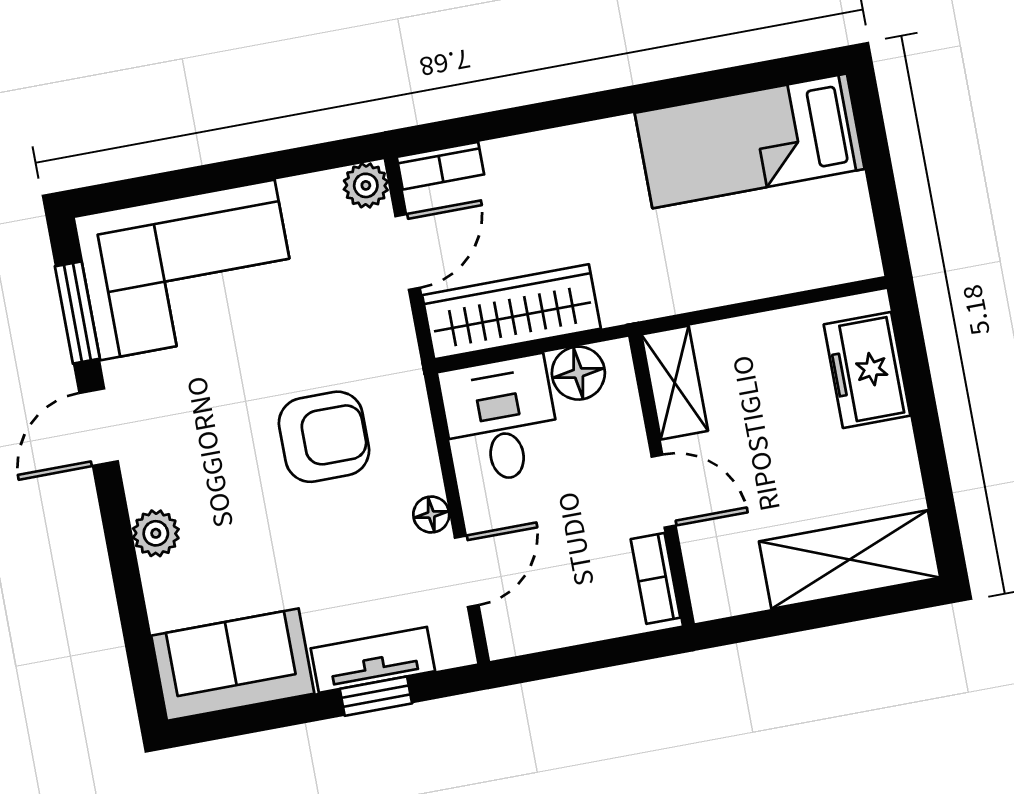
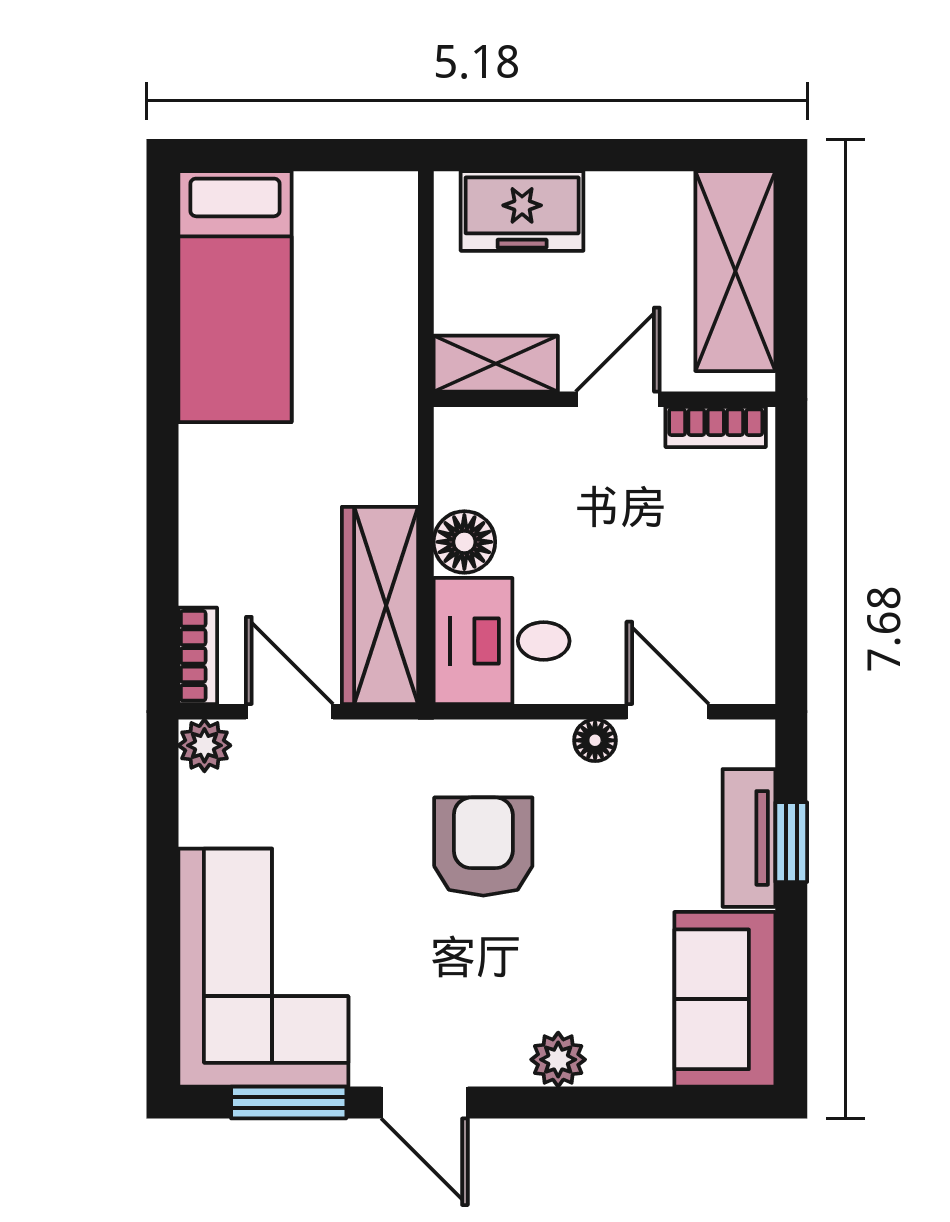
shelving: (675, 383) -> (496, 364), moved
wall: (662, 480) -> (604, 399), moved
door: (664, 491) -> (618, 399), moved
bookcase: (656, 578) -> (716, 427), moved

